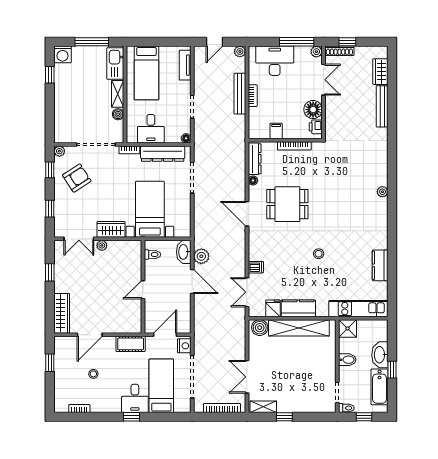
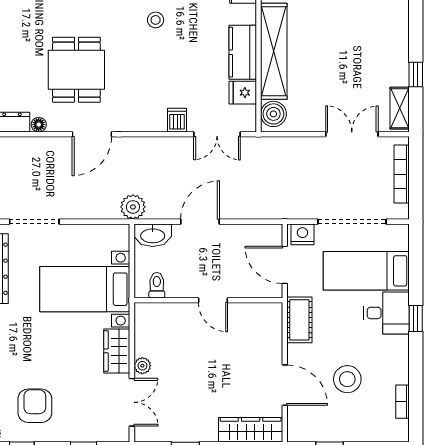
armchair: (77, 178) -> (35, 406), turned 33
plant: (201, 256) -> (133, 207), moved
stool: (93, 374) -> (347, 379), width x1.89, depth x1.89
double door: (247, 377) -> (352, 134), swing flipped

